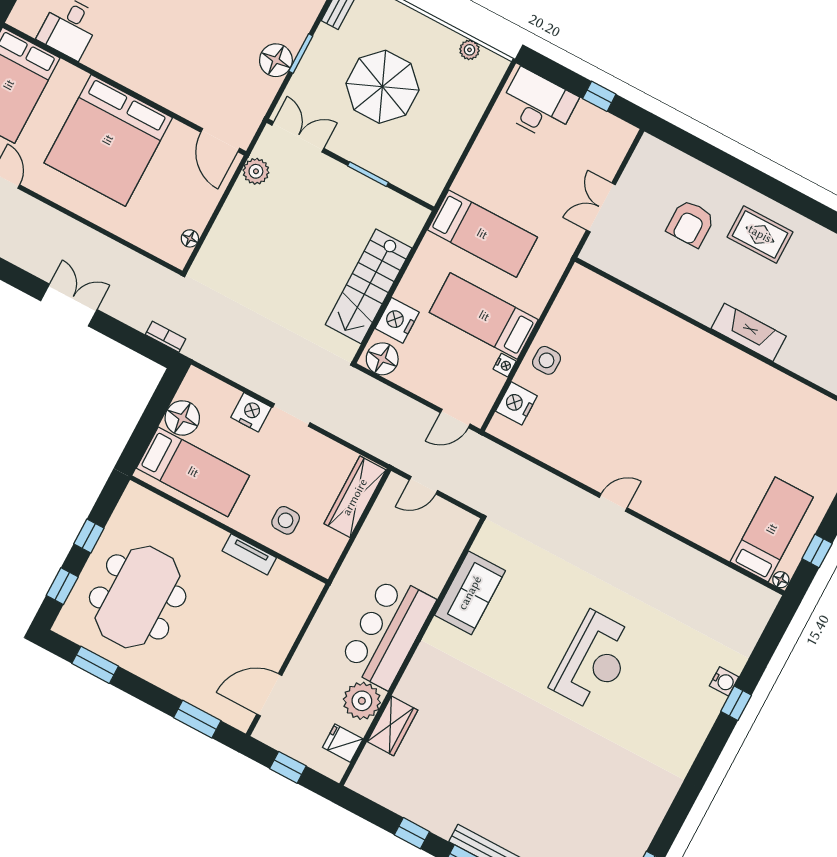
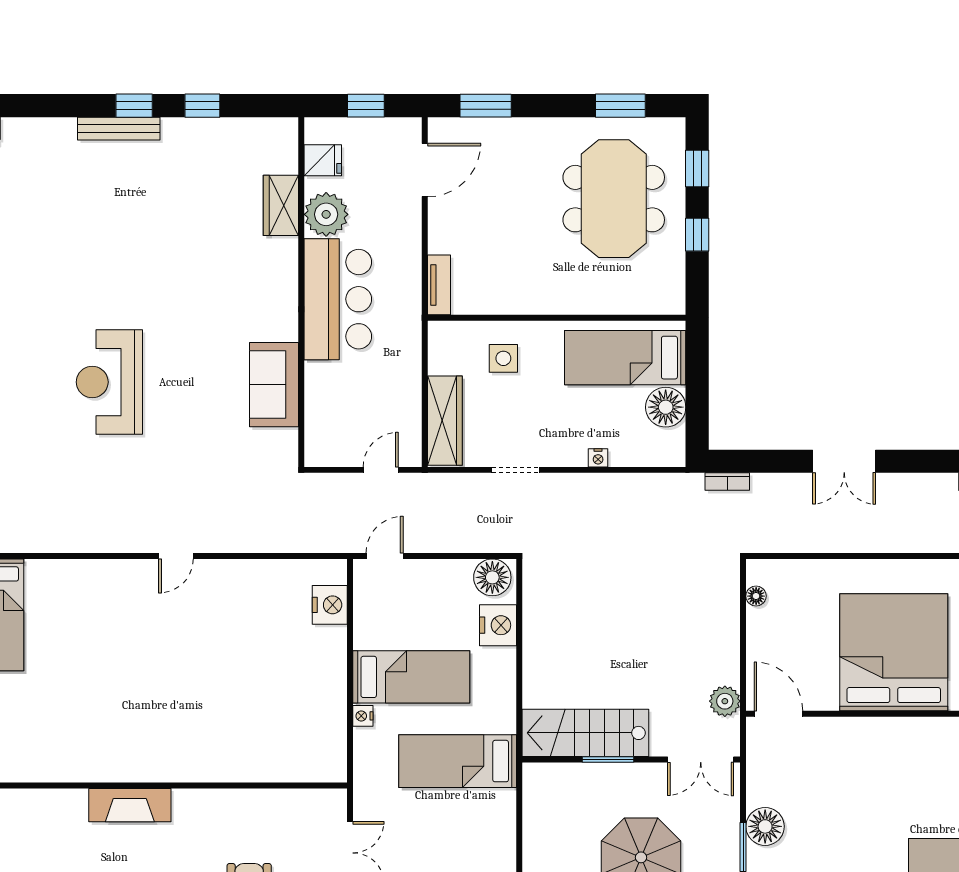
stairs: (369, 286) -> (585, 733), moved, turned -90
side table: (547, 360) -> (322, 666), removed
nightstand: (505, 365) -> (363, 716), moved
nightstand: (251, 412) -> (598, 458), width x0.53, depth x0.56
doorway: (291, 415) -> (516, 470), moved
tv unit: (249, 554) -> (439, 285), moved, turned 90

